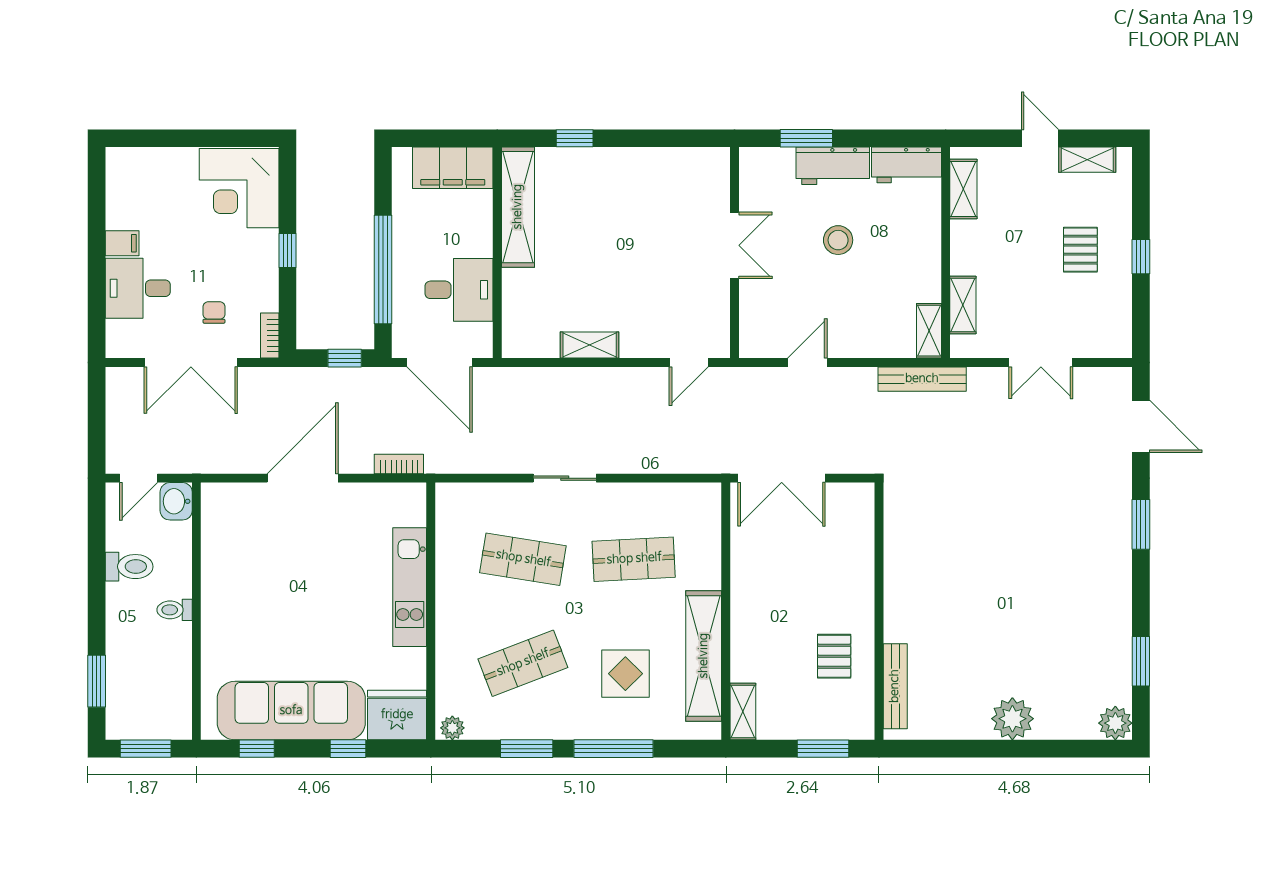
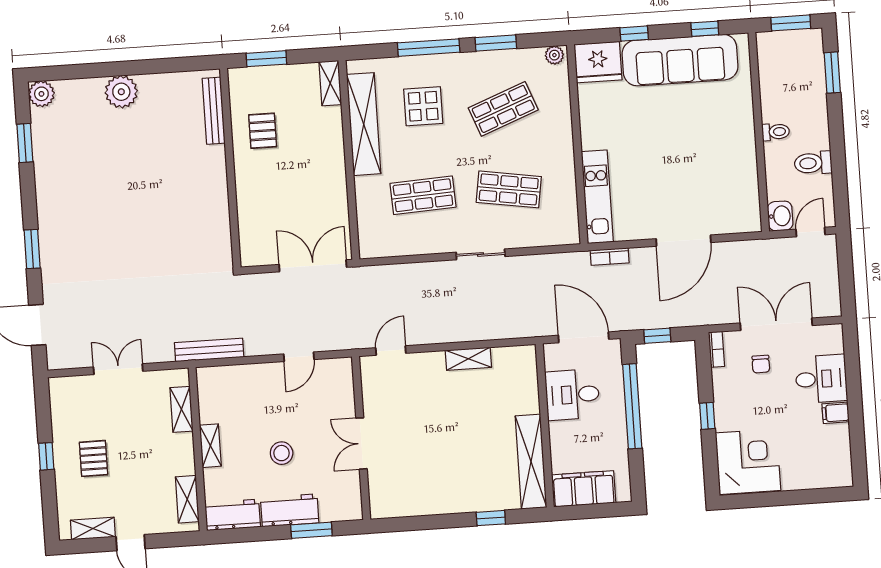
shelving: (929, 331) -> (210, 446), moved
kitchen unit: (410, 587) -> (597, 197), moved

